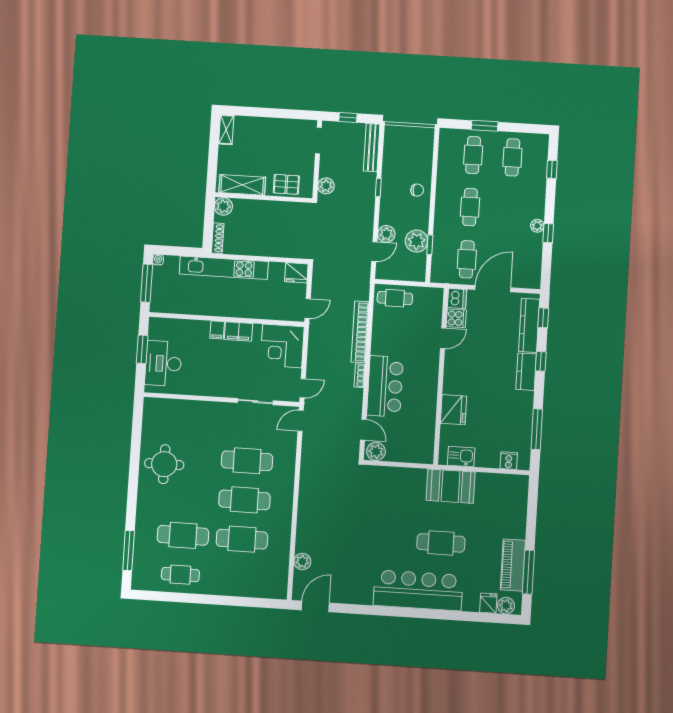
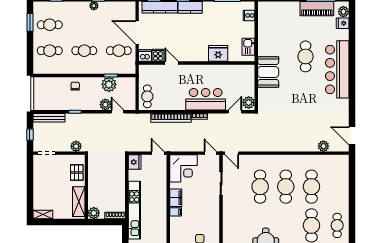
window: (485, 126) -> (30, 22), moved
booth: (451, 486) -> (268, 72), moved

